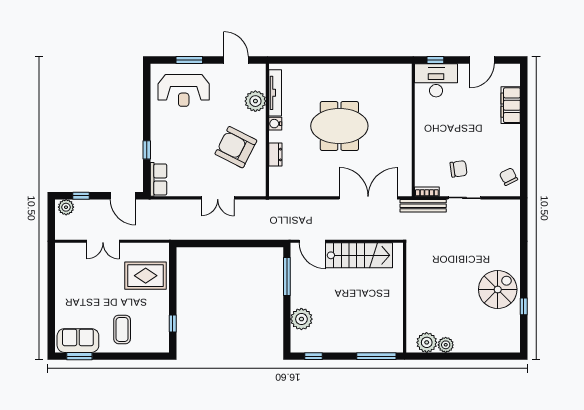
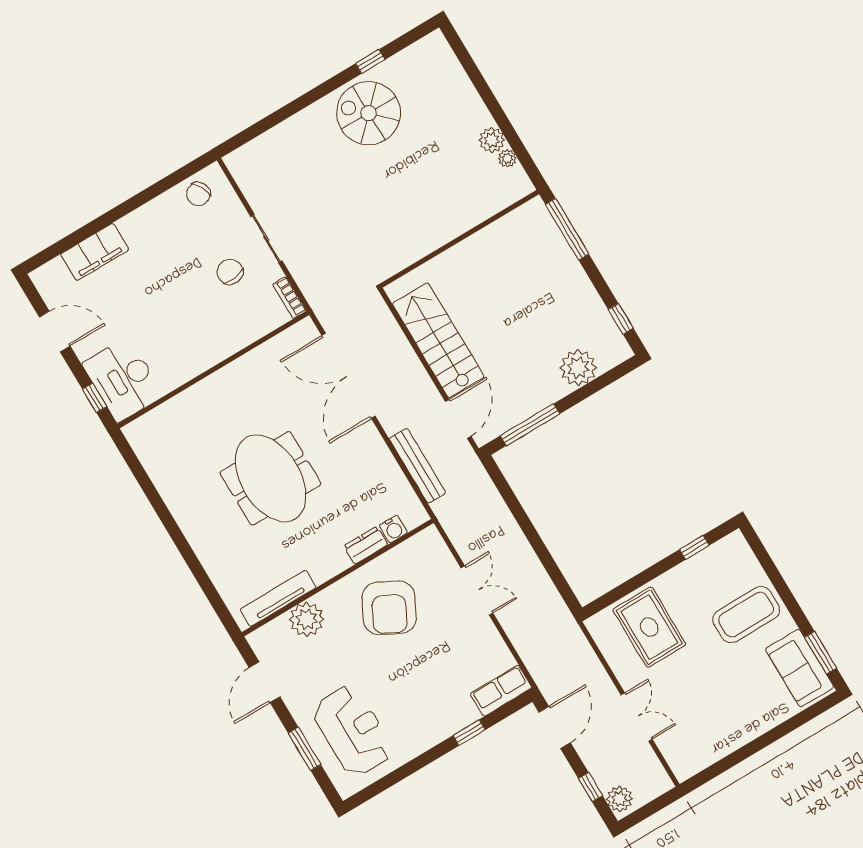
water cooler: (275, 124) -> (393, 529), moved
bench: (423, 206) -> (417, 466), moved
coffee table: (122, 329) -> (746, 615), width x1.36, depth x1.32
plant: (427, 342) -> (507, 158), width x0.53, depth x0.53

